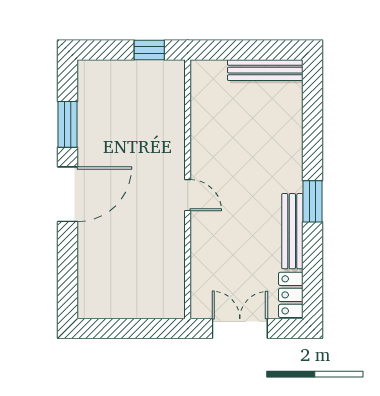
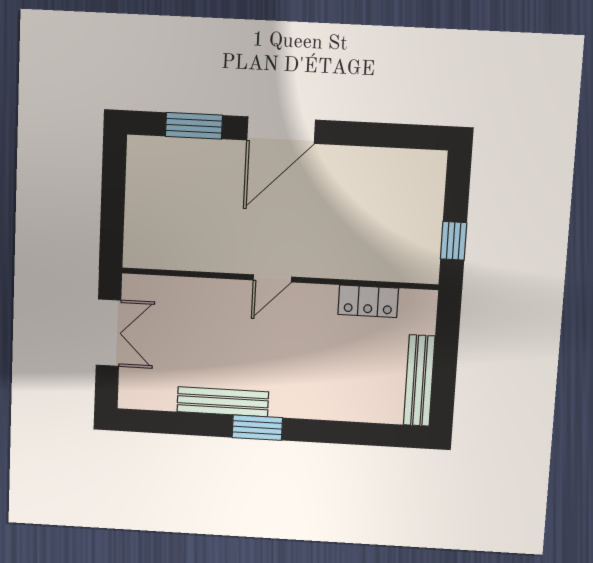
window: (68, 124) -> (194, 126), moved
door: (68, 194) -> (281, 130), hinge flipped
locker: (291, 295) -> (368, 301), moved, turned 180

